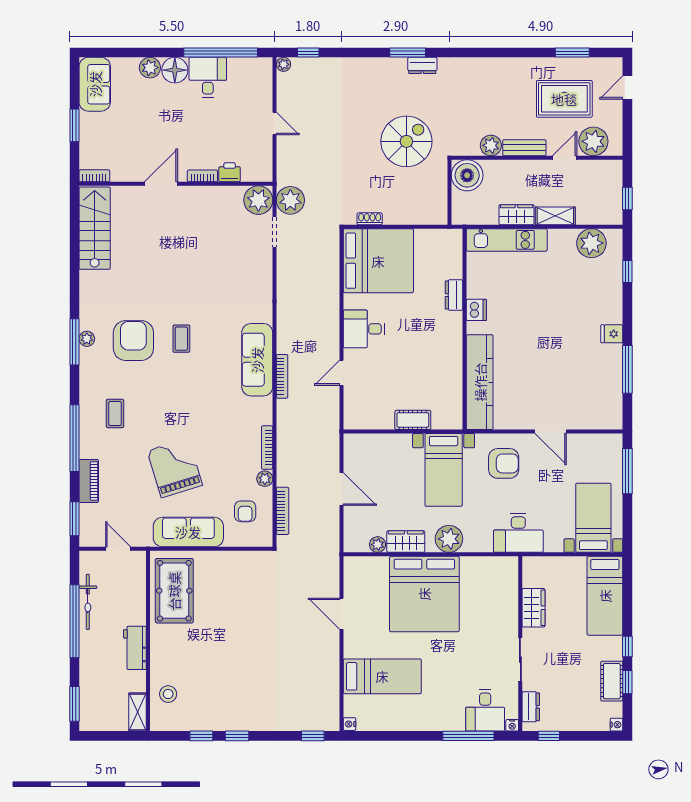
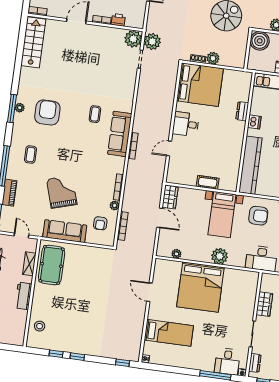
plant: (394, 214) -> (213, 58), added
coffee table: (181, 339) -> (95, 114), moved
wardrobe: (406, 542) -> (170, 197), moved, turned 90
shelving: (137, 712) -> (29, 264), moved

